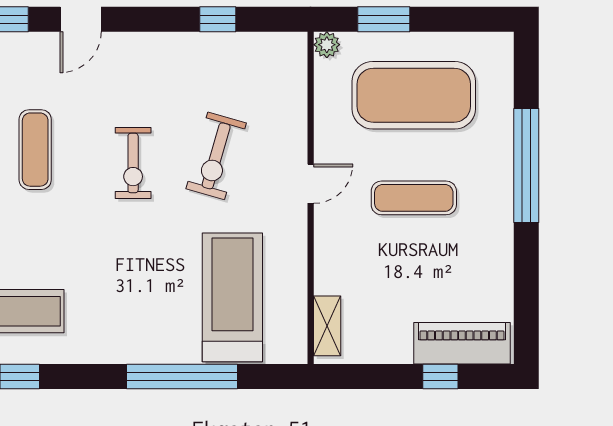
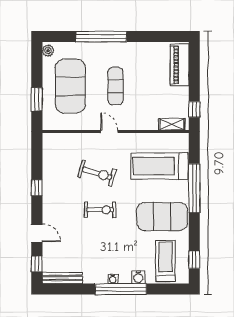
window: (218, 19) -> (37, 188), moved
plant: (327, 45) -> (48, 51), moved
exercise mat: (35, 150) -> (162, 217), moved, width x2.00, depth x1.45
window: (440, 377) -> (194, 109), moved

